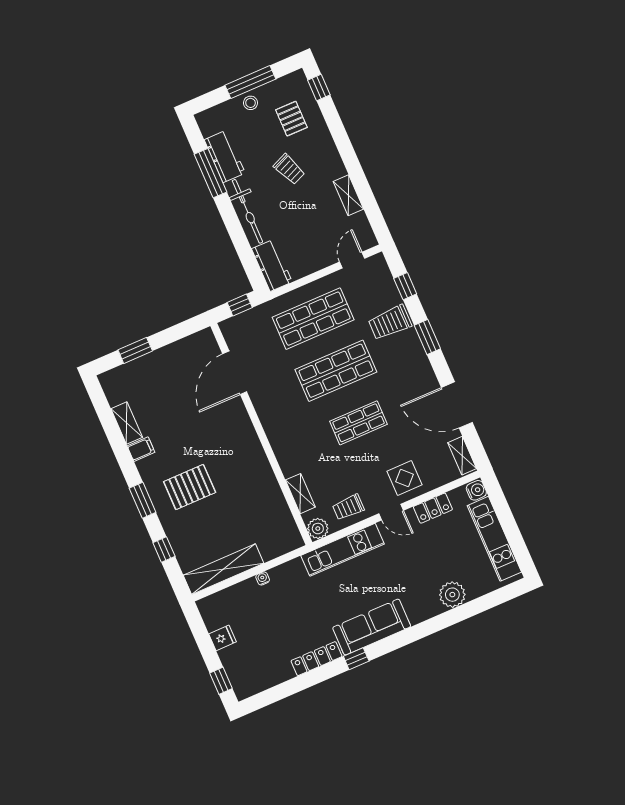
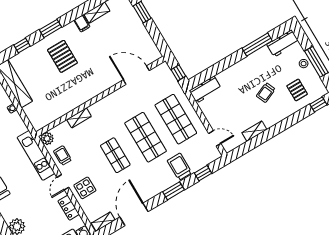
pallet: (291, 119) -> (297, 90), turned 90
workbench: (225, 156) -> (283, 43), moved
bicycle: (247, 211) -> (237, 70), removed
shelving: (300, 494) -> (79, 118), moved

